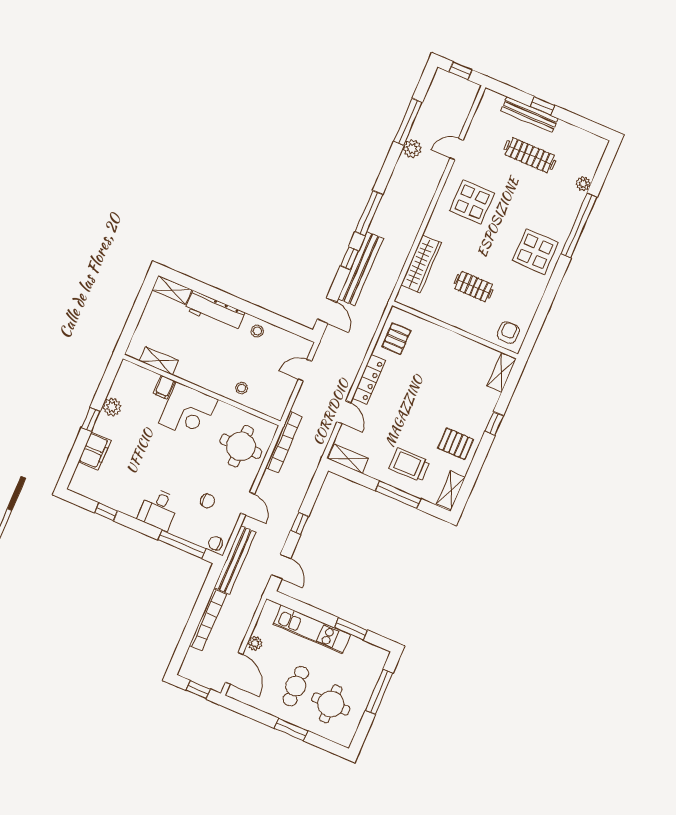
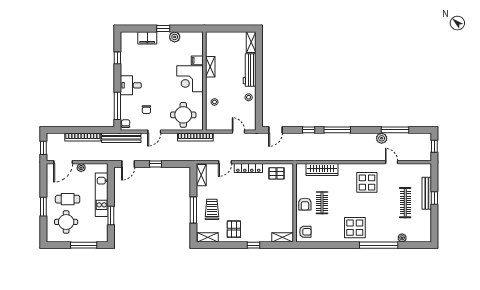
bench: (361, 269) -> (306, 138), removed
armchair: (464, 314) -> (305, 204), added
shelving: (159, 361) -> (210, 67), moved

